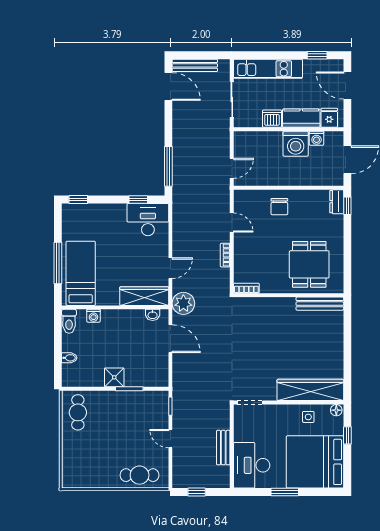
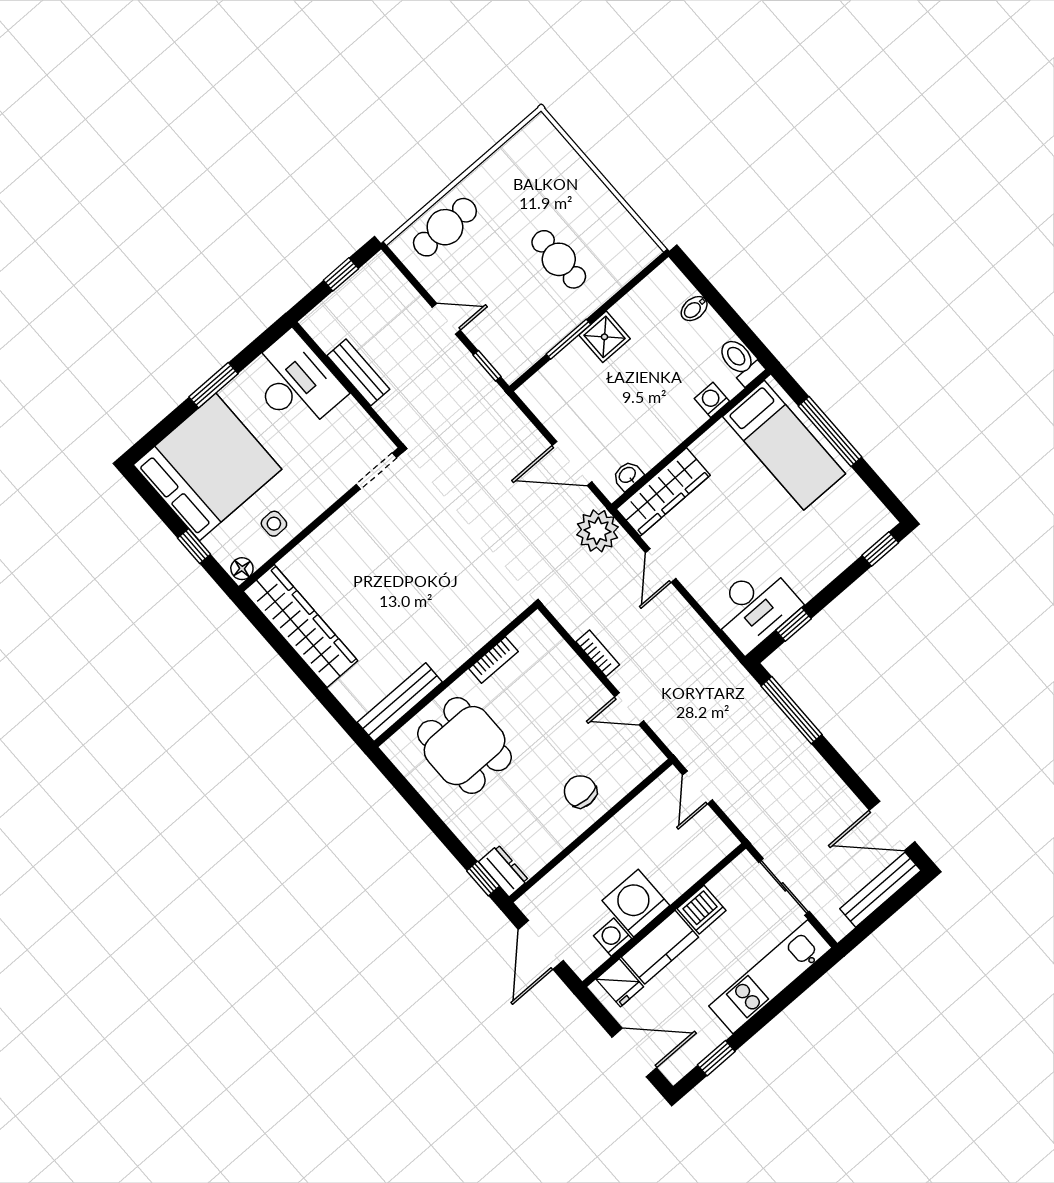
bookcase: (246, 288) -> (493, 660), moved
wardrobe: (310, 390) -> (301, 626), moved, turned -90
cafe table: (78, 412) -> (559, 259), moved

